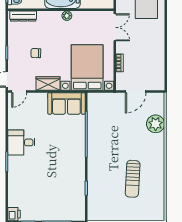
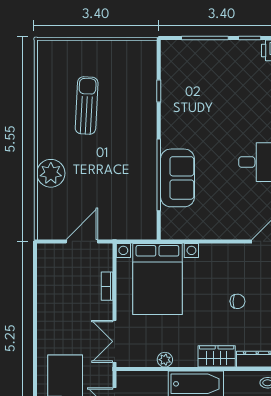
plant: (67, 16) -> (165, 360), moved
wardrobe: (48, 83) -> (217, 356), moved, turned 180
sofa: (66, 104) -> (177, 178), moved, turned 90
plant: (156, 124) -> (51, 173), moved

